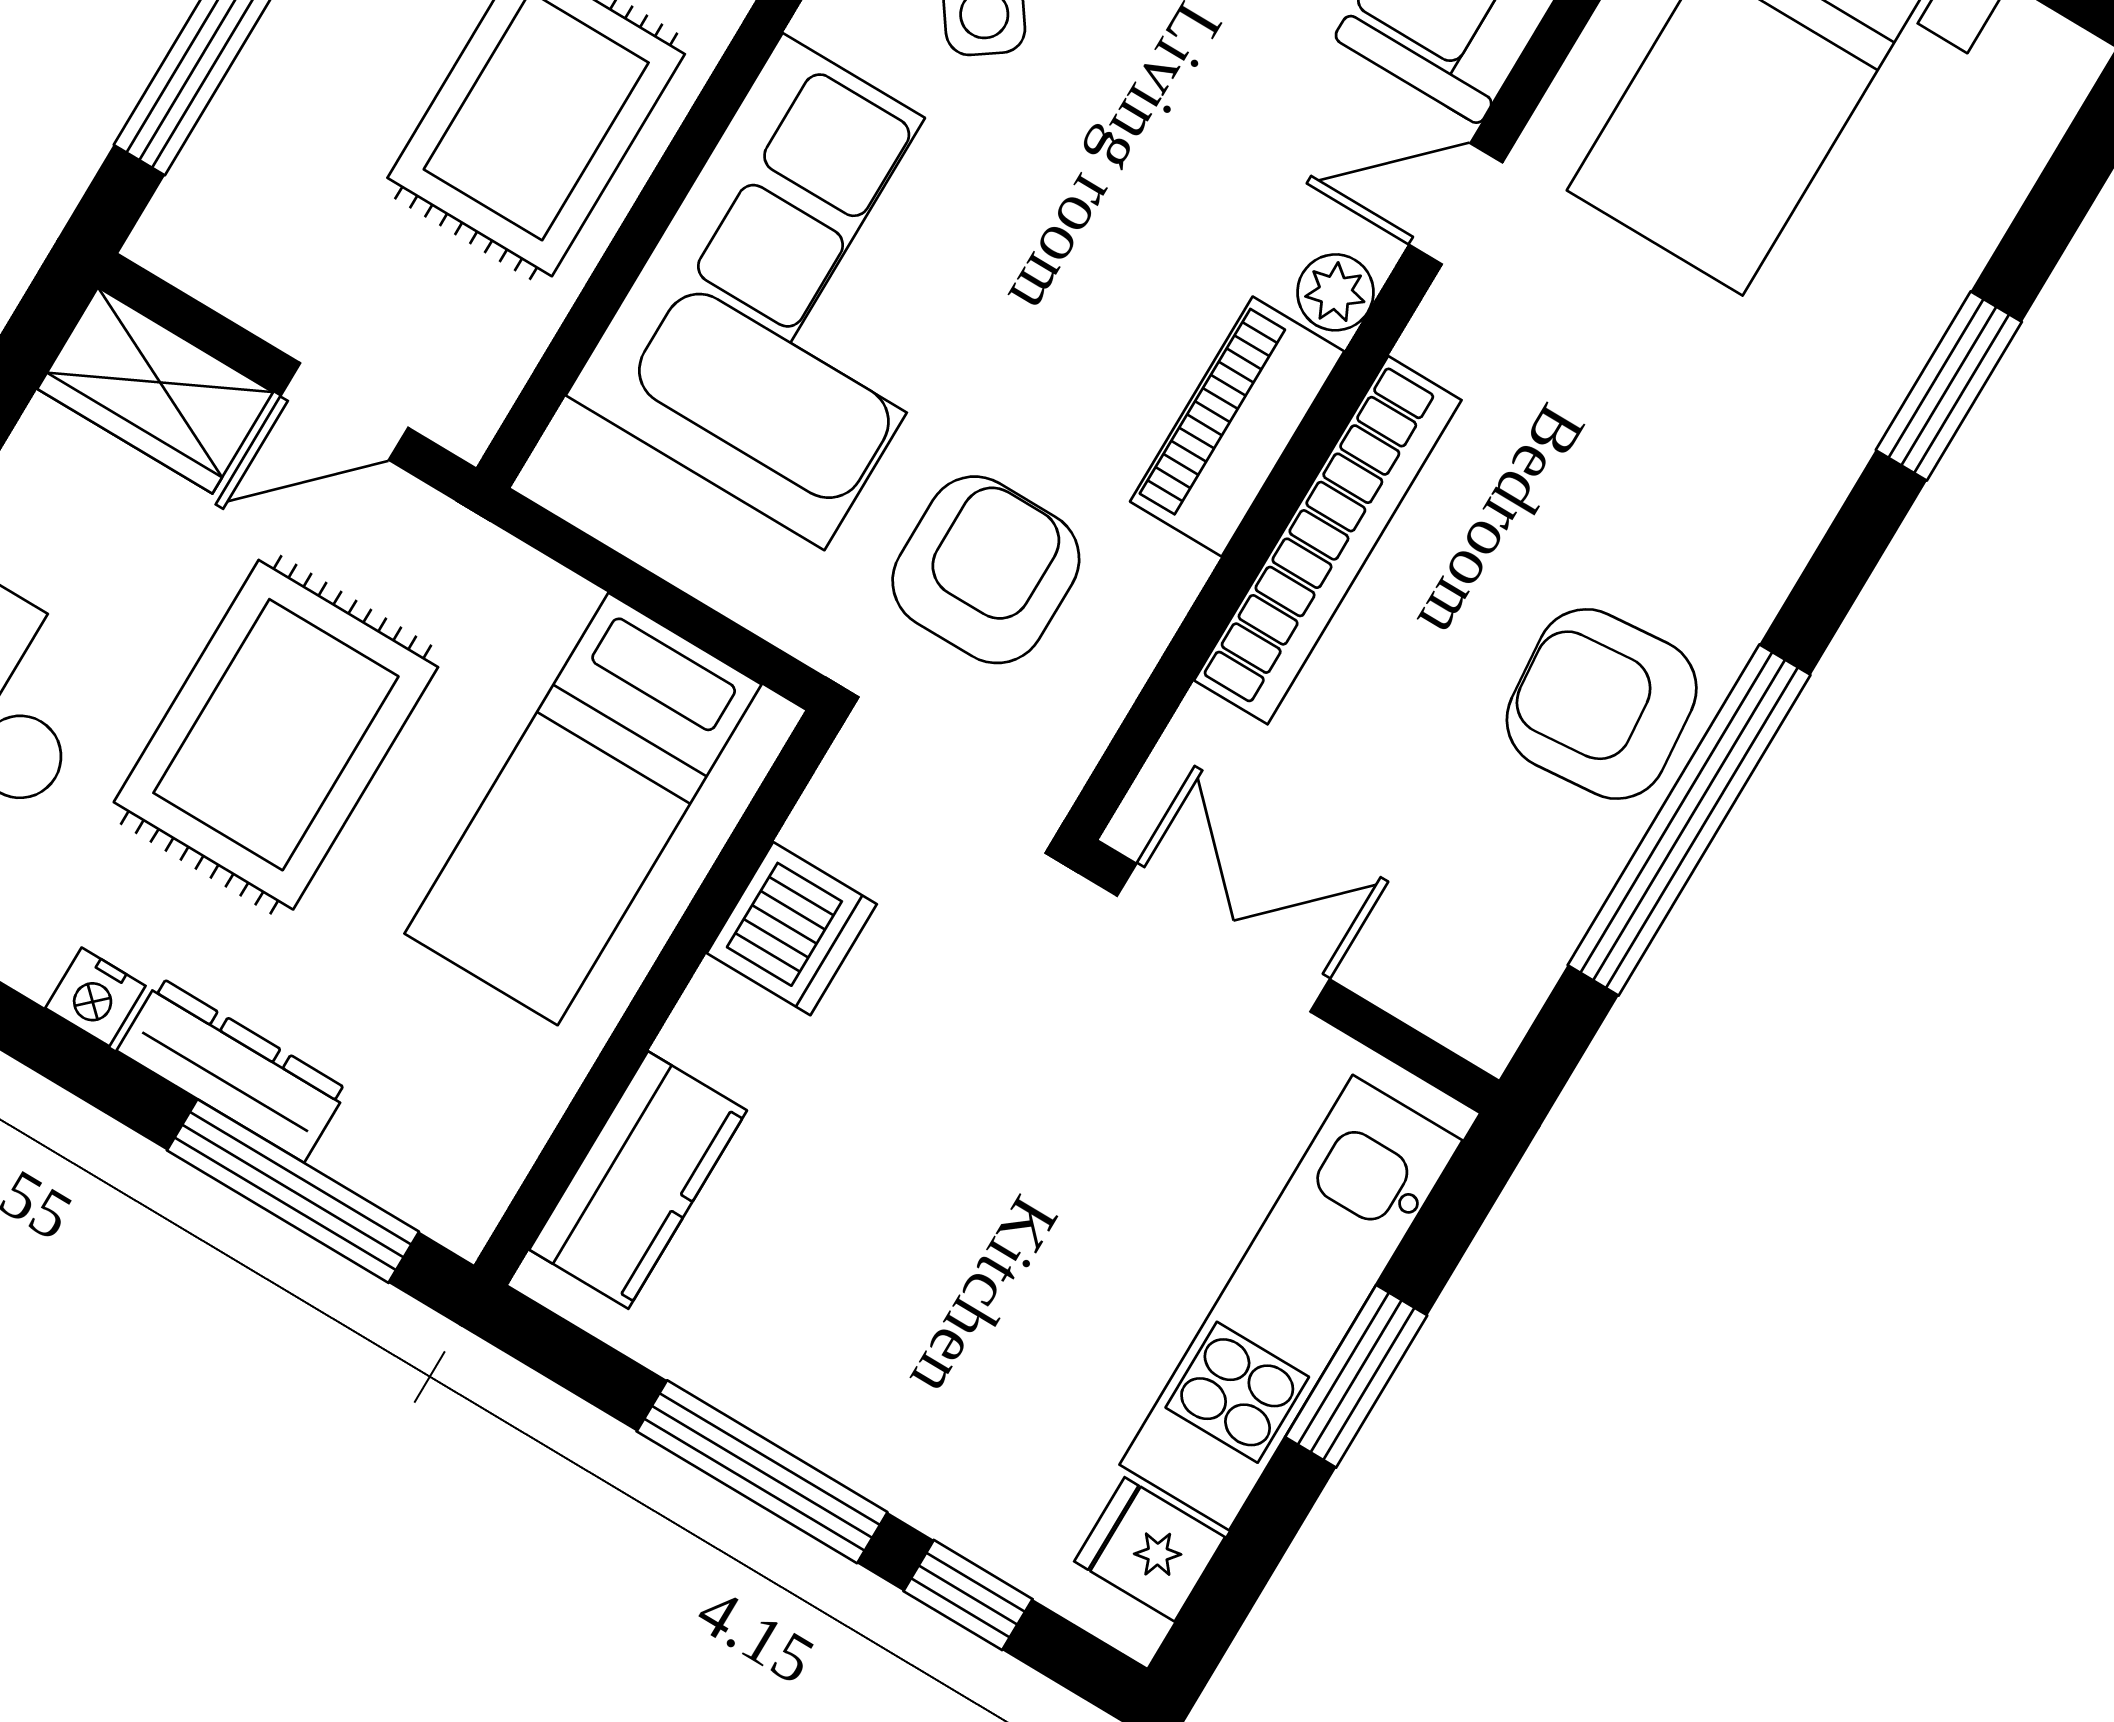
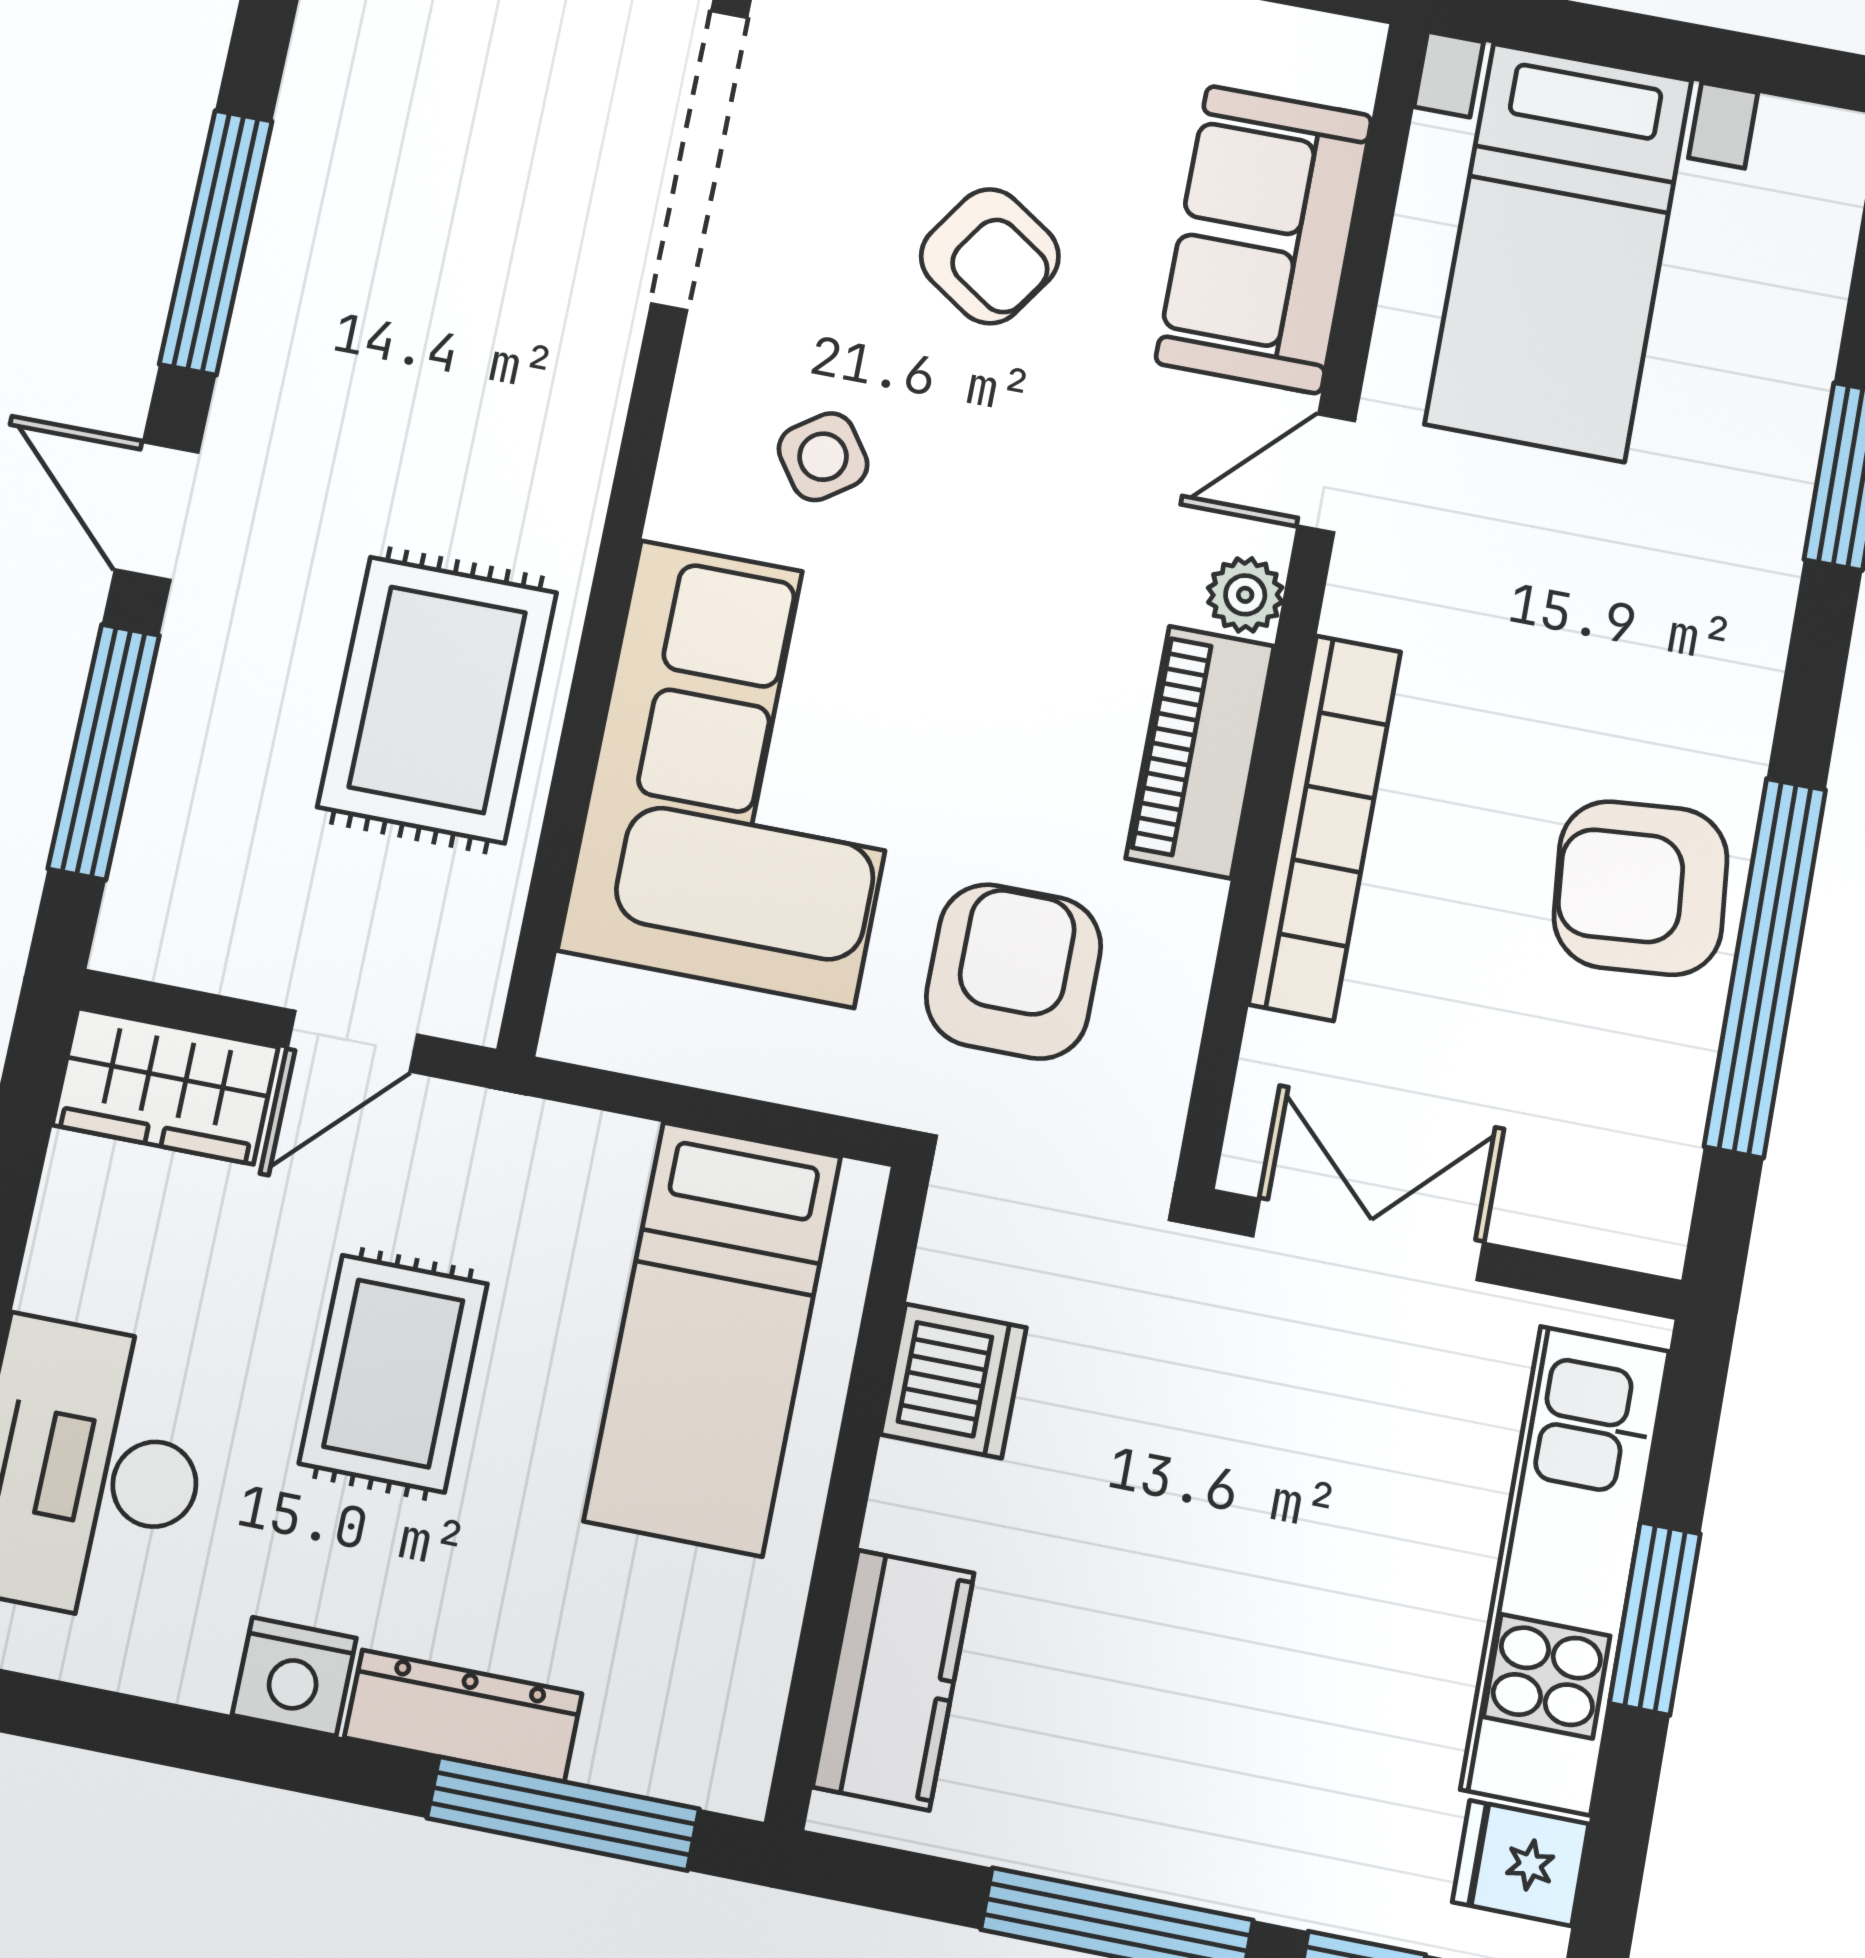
rug: (276, 735) -> (393, 1373), width x0.73, depth x0.70
nightstand: (95, 997) -> (294, 1677), width x1.39, depth x1.35

